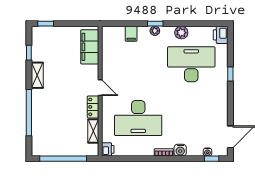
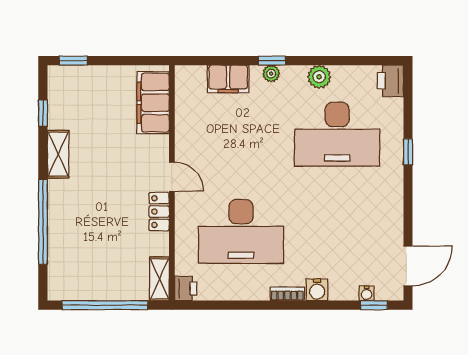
filing cabinet: (131, 34) -> (228, 79), width x2.00
desk: (191, 64) -> (337, 134), turned 180
shelving: (93, 131) -> (159, 279), moved

